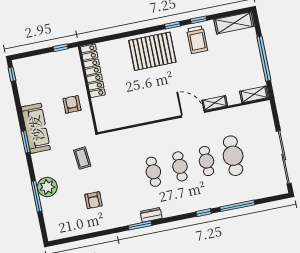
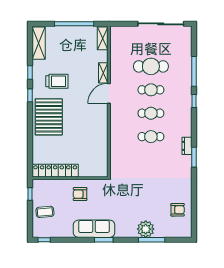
trolley: (197, 40) -> (57, 81), moved
coffee table: (82, 158) -> (45, 212), moved
armchair: (93, 200) -> (178, 210), moved

